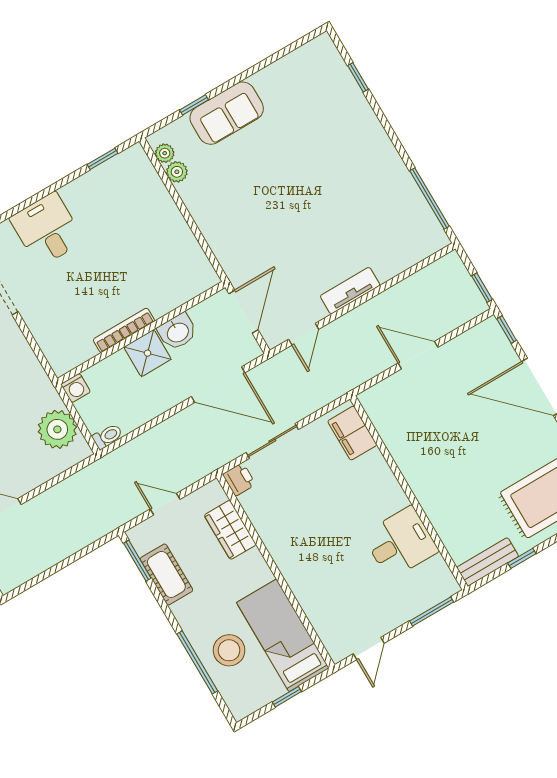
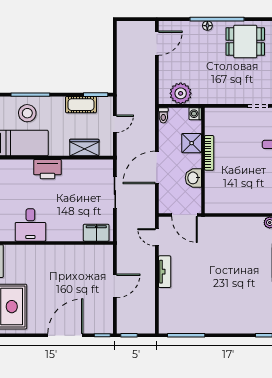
shower: (148, 353) -> (192, 143), moved
door: (218, 385) -> (157, 167), moved
printer: (239, 479) -> (47, 169), moved, width x1.87, depth x1.48

